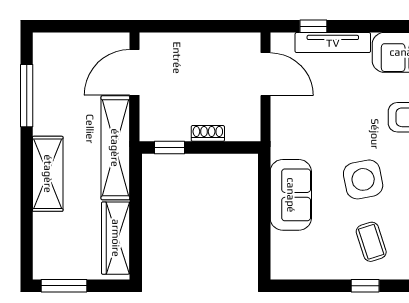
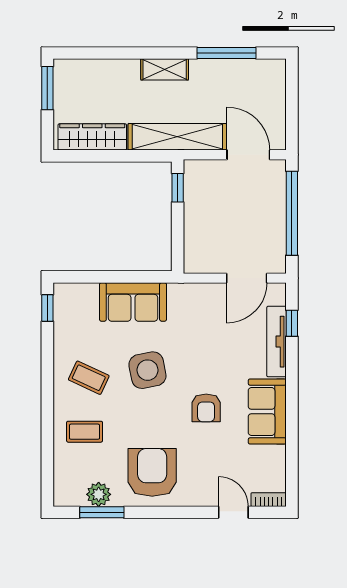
window: (197, 26) -> (292, 213), added
shoe rack: (208, 133) -> (191, 224), removed
shelving: (48, 174) -> (165, 69), width x0.67, depth x0.75
coffee table: (371, 242) -> (89, 378), turned 43
window: (365, 286) -> (47, 308), moved

